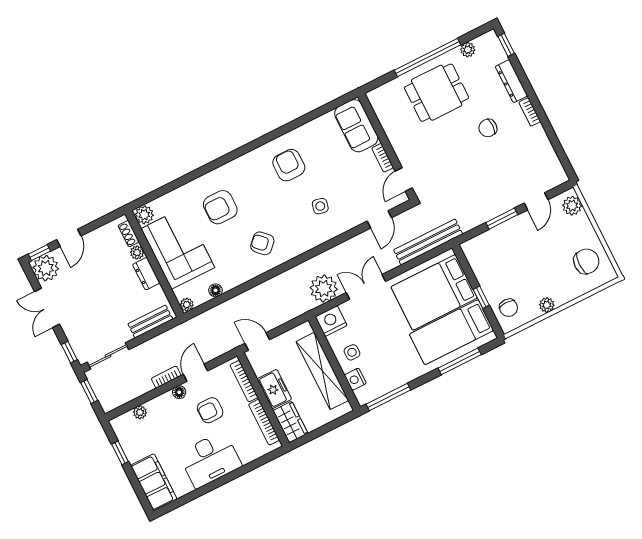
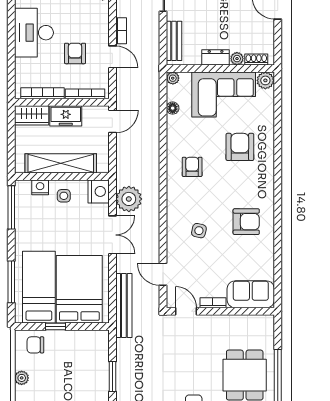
armchair: (262, 243) -> (192, 167), turned -44
floor lamp: (179, 392) -> (103, 35), removed

